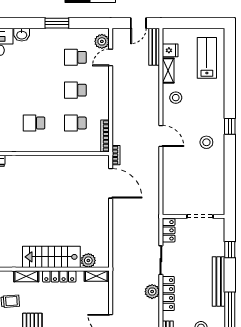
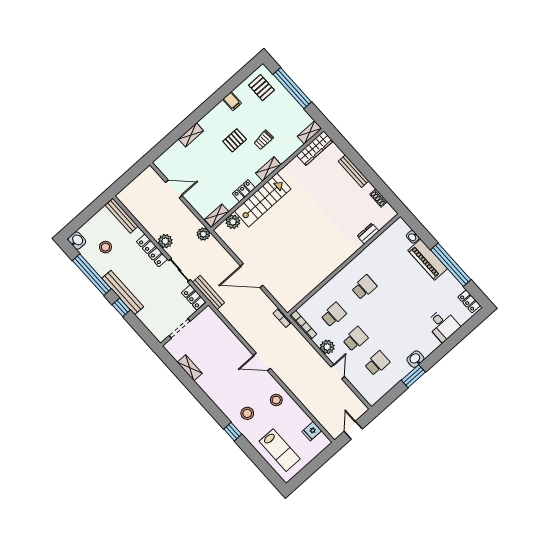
washbasin: (22, 35) -> (415, 359), moved
plant: (102, 41) -> (327, 347), moved
bench: (154, 47) -> (209, 292), moved
door: (111, 58) -> (338, 372), moved
shelving: (168, 70) -> (190, 368), moved
window: (230, 126) -> (233, 432), moved
stool: (206, 142) -> (247, 413), moved
door: (111, 183) -> (252, 276), moved
window: (230, 250) -> (121, 307), moved
plant: (119, 271) -> (203, 234), added
locker: (59, 276) -> (244, 191), width x0.66

